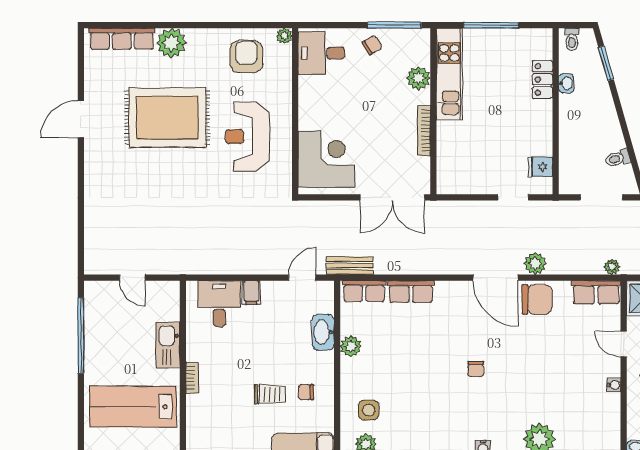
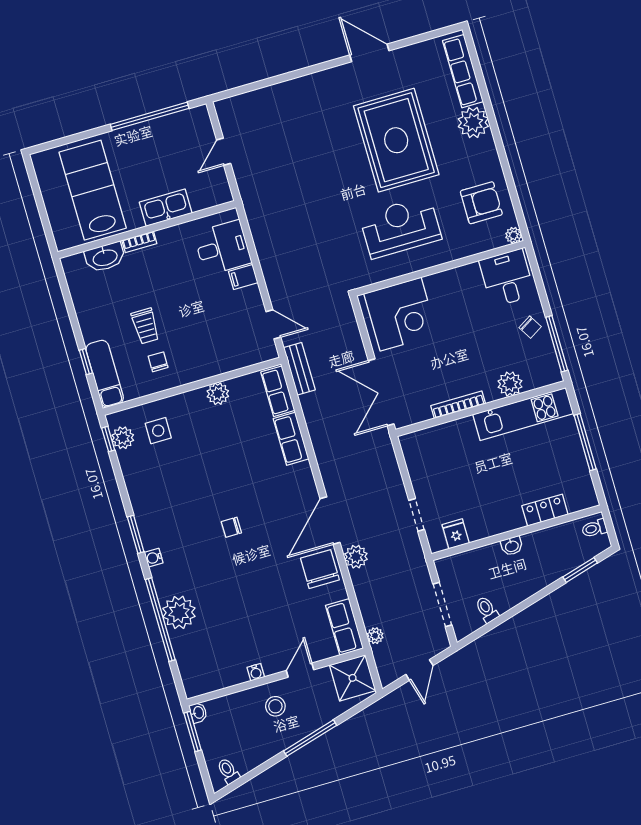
washbasin: (566, 83) -> (512, 546), moved
chair: (537, 299) -> (320, 569), turned 180
washbasin: (323, 332) -> (105, 257), moved, turned 180

